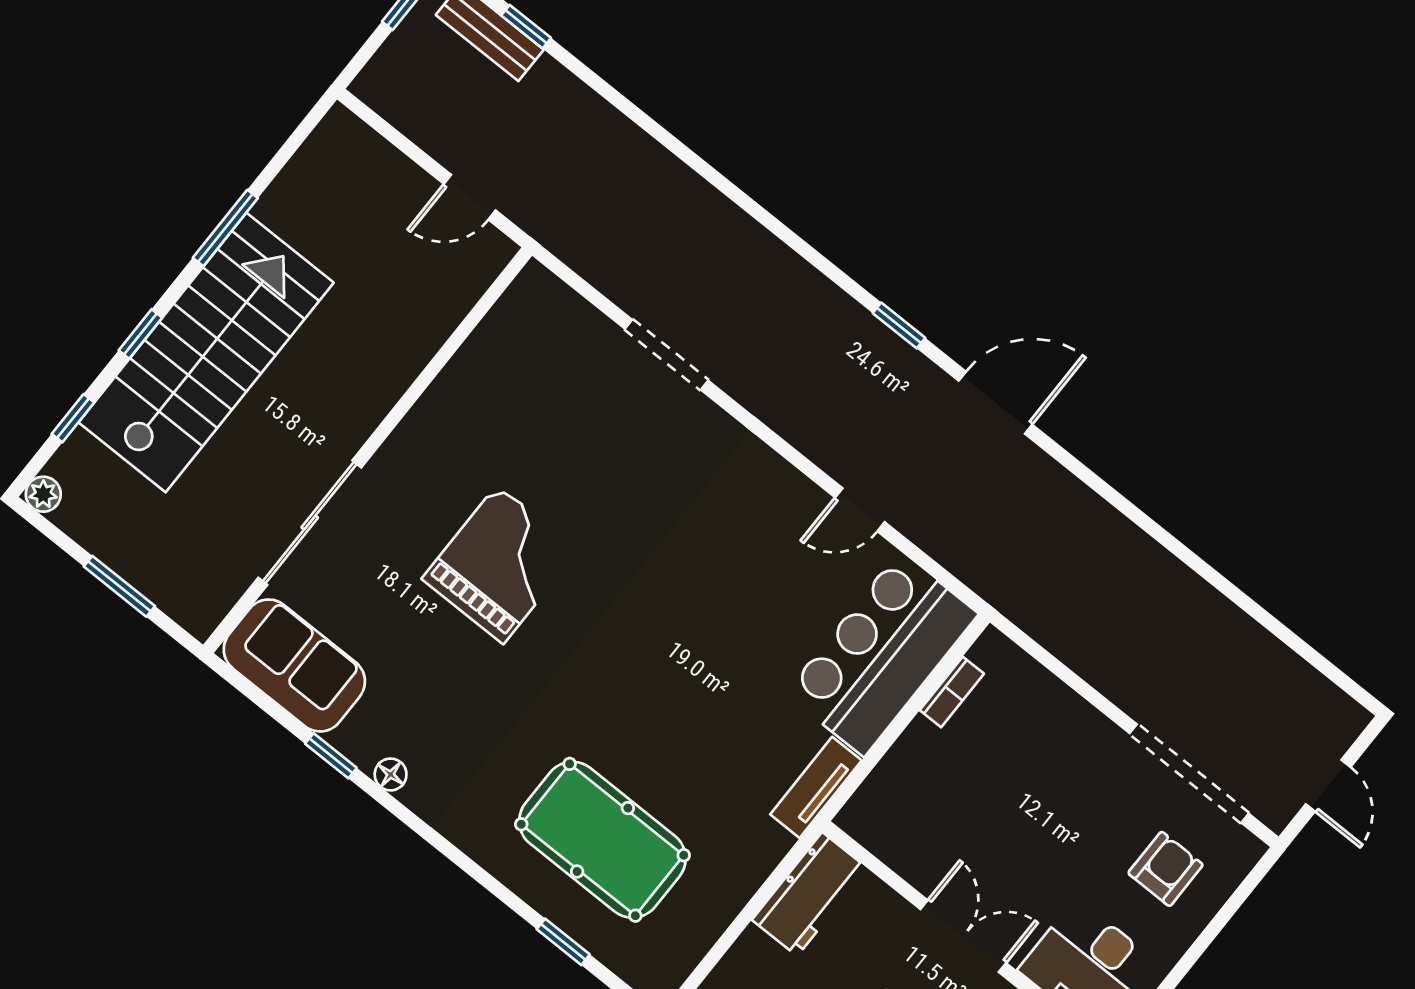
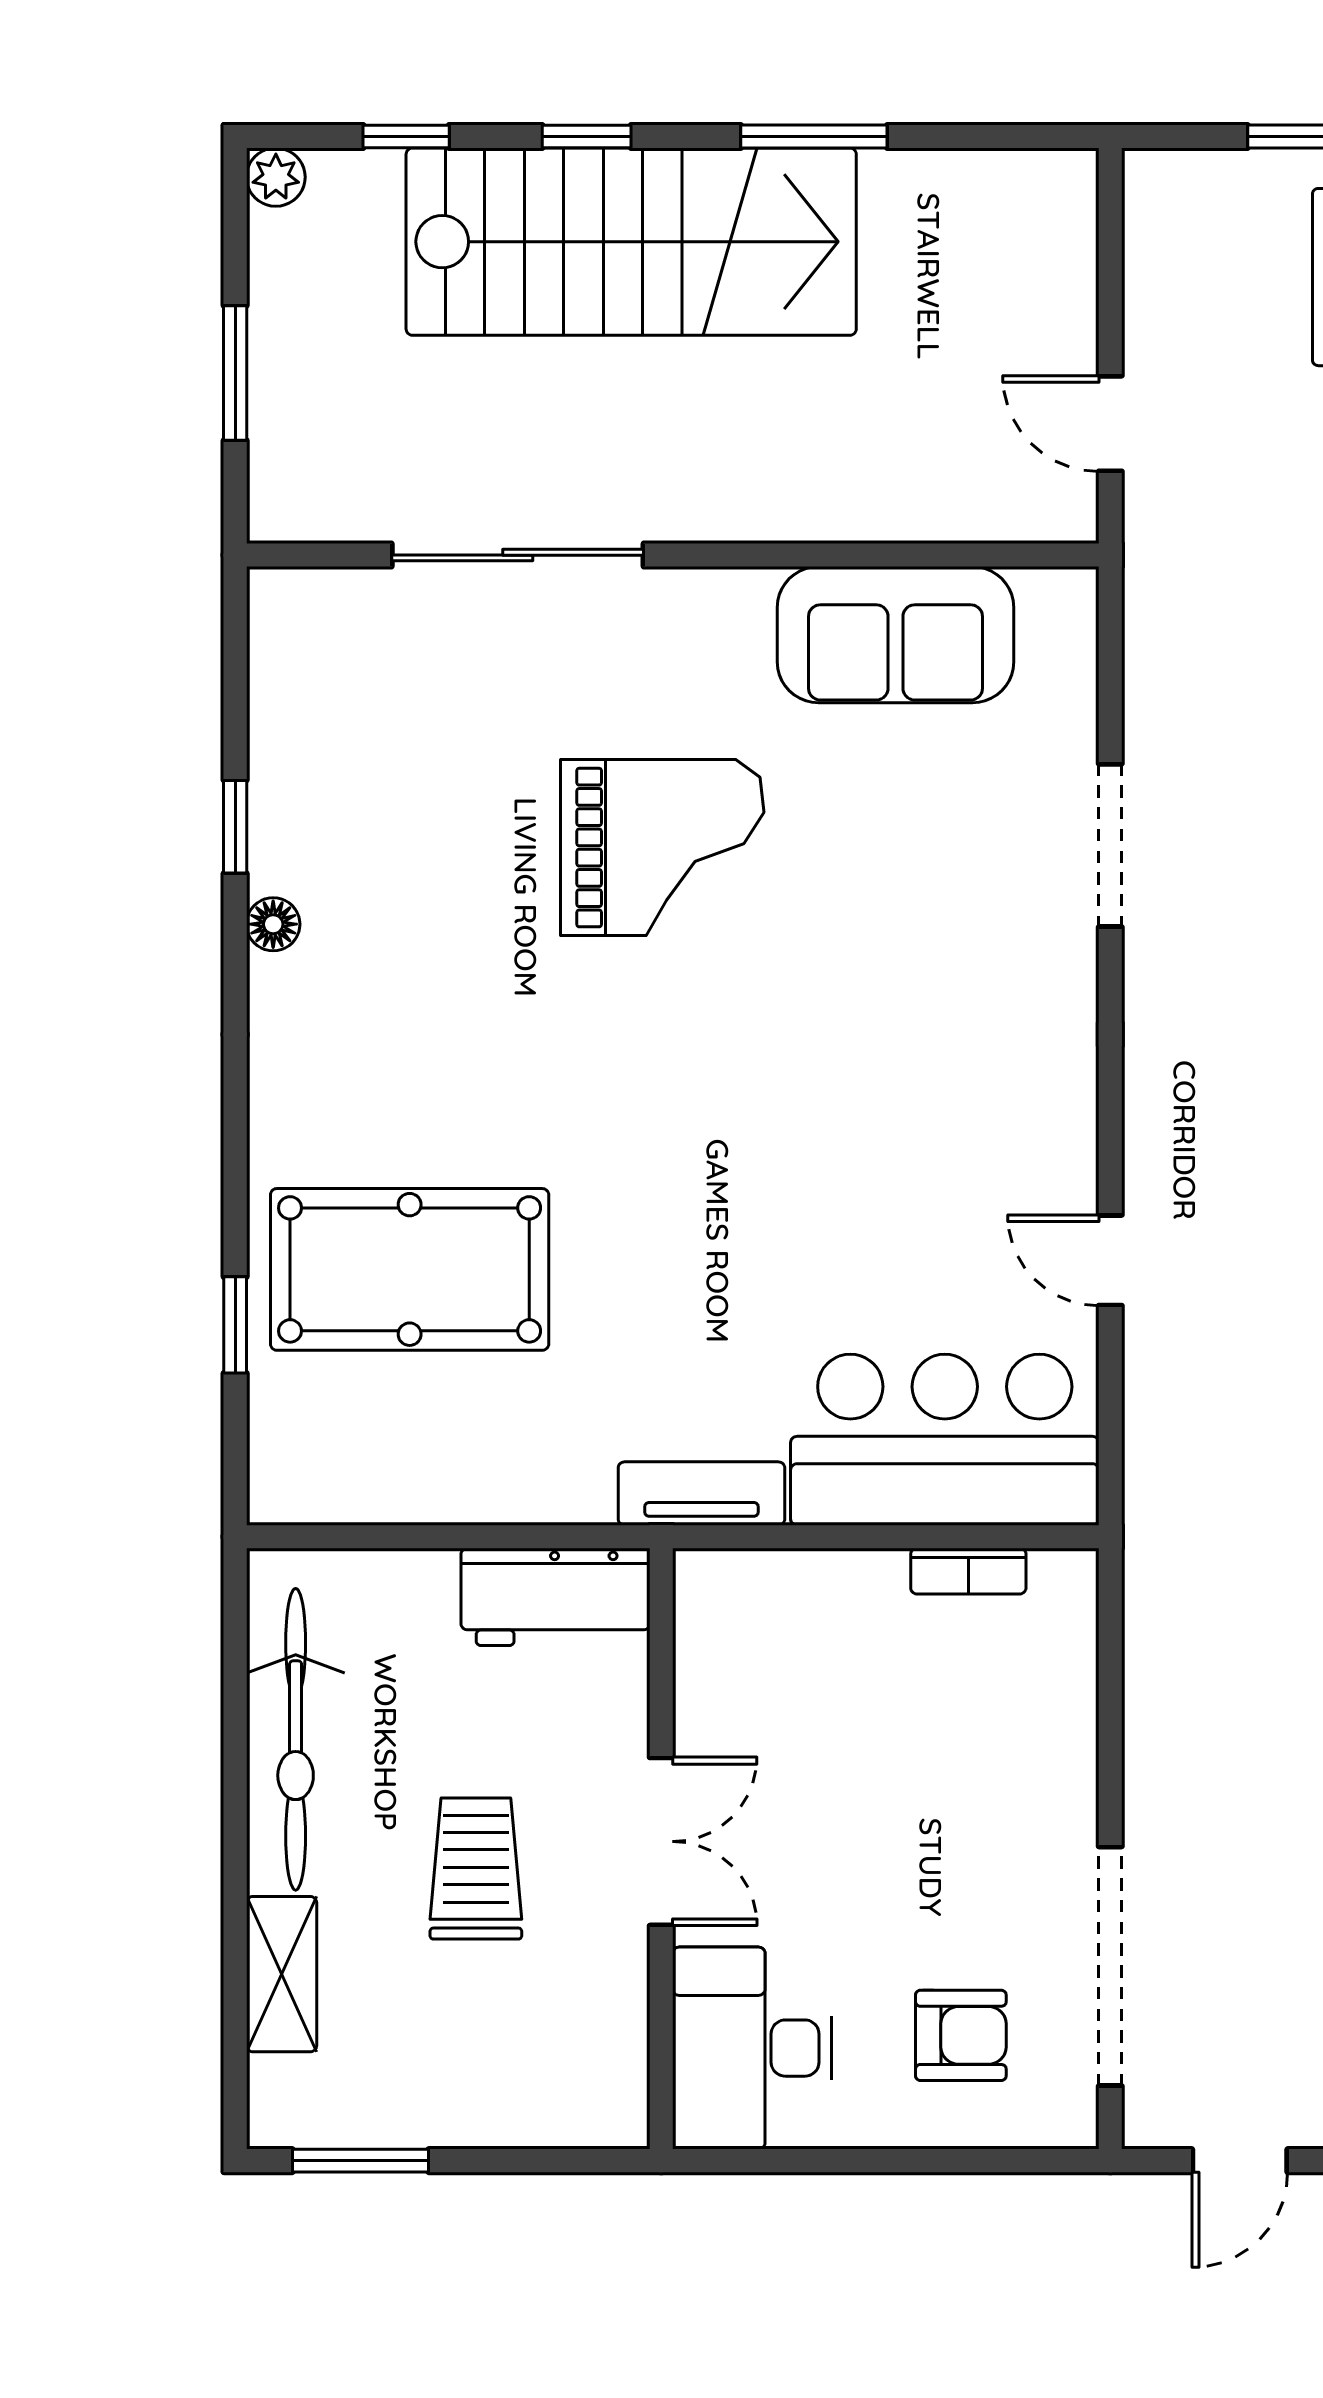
sofa: (294, 665) -> (896, 635), moved, turned 90
pool table: (602, 840) -> (410, 1269), turned 90

